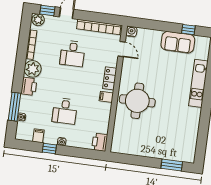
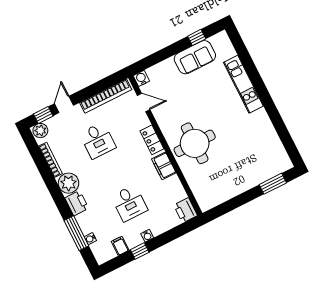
filing cabinet: (106, 97) -> (164, 166), width x2.00

